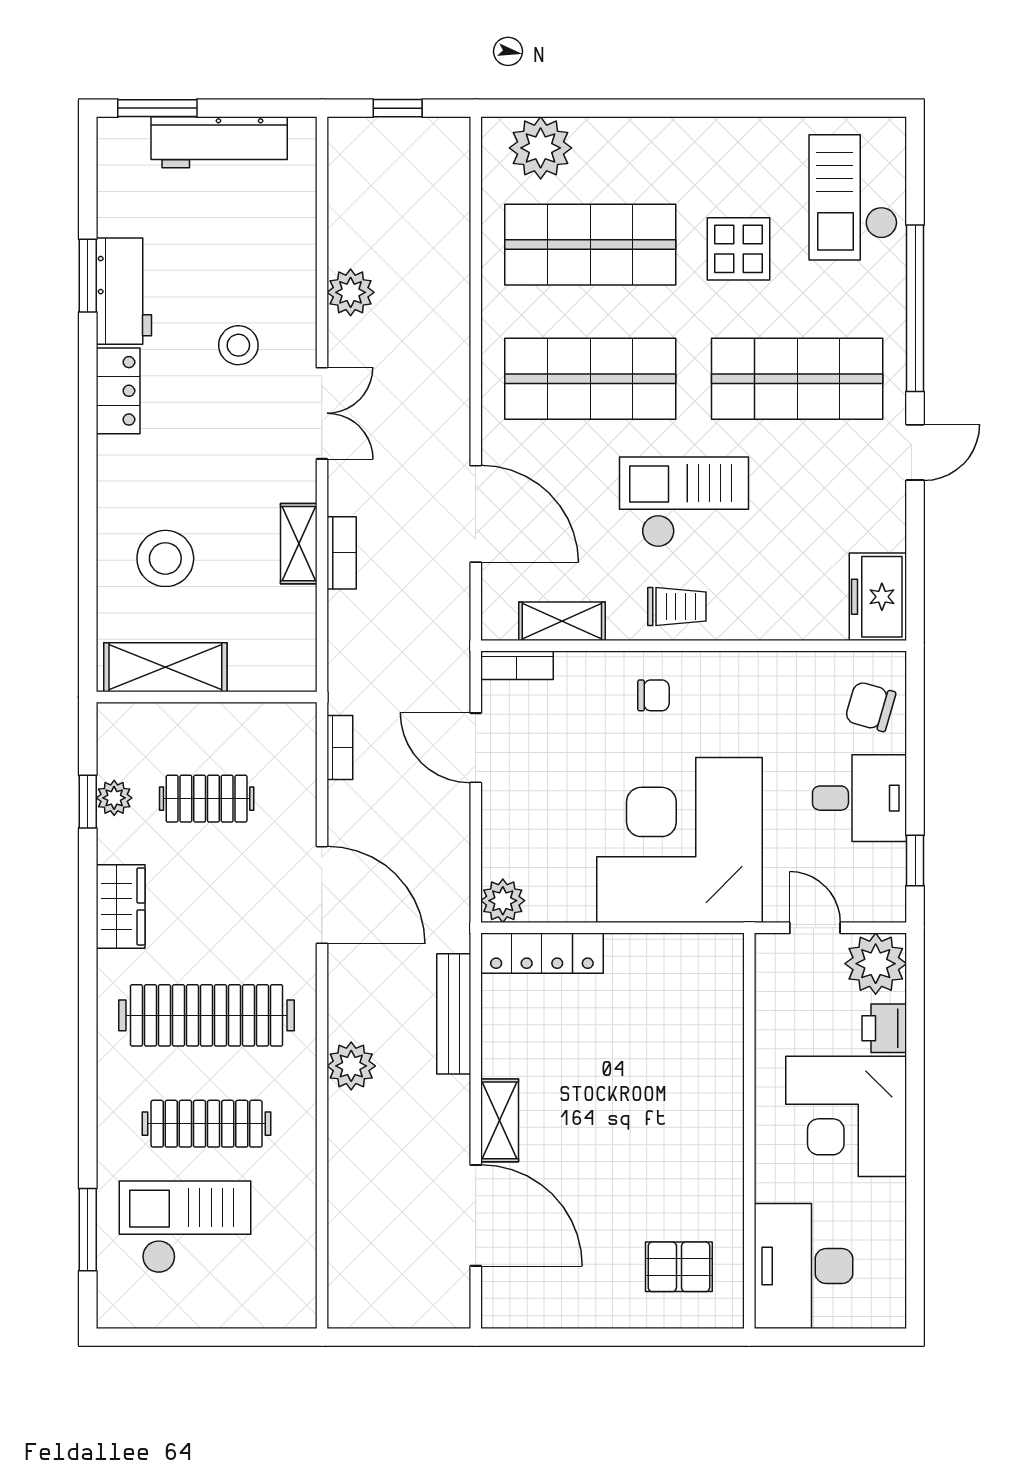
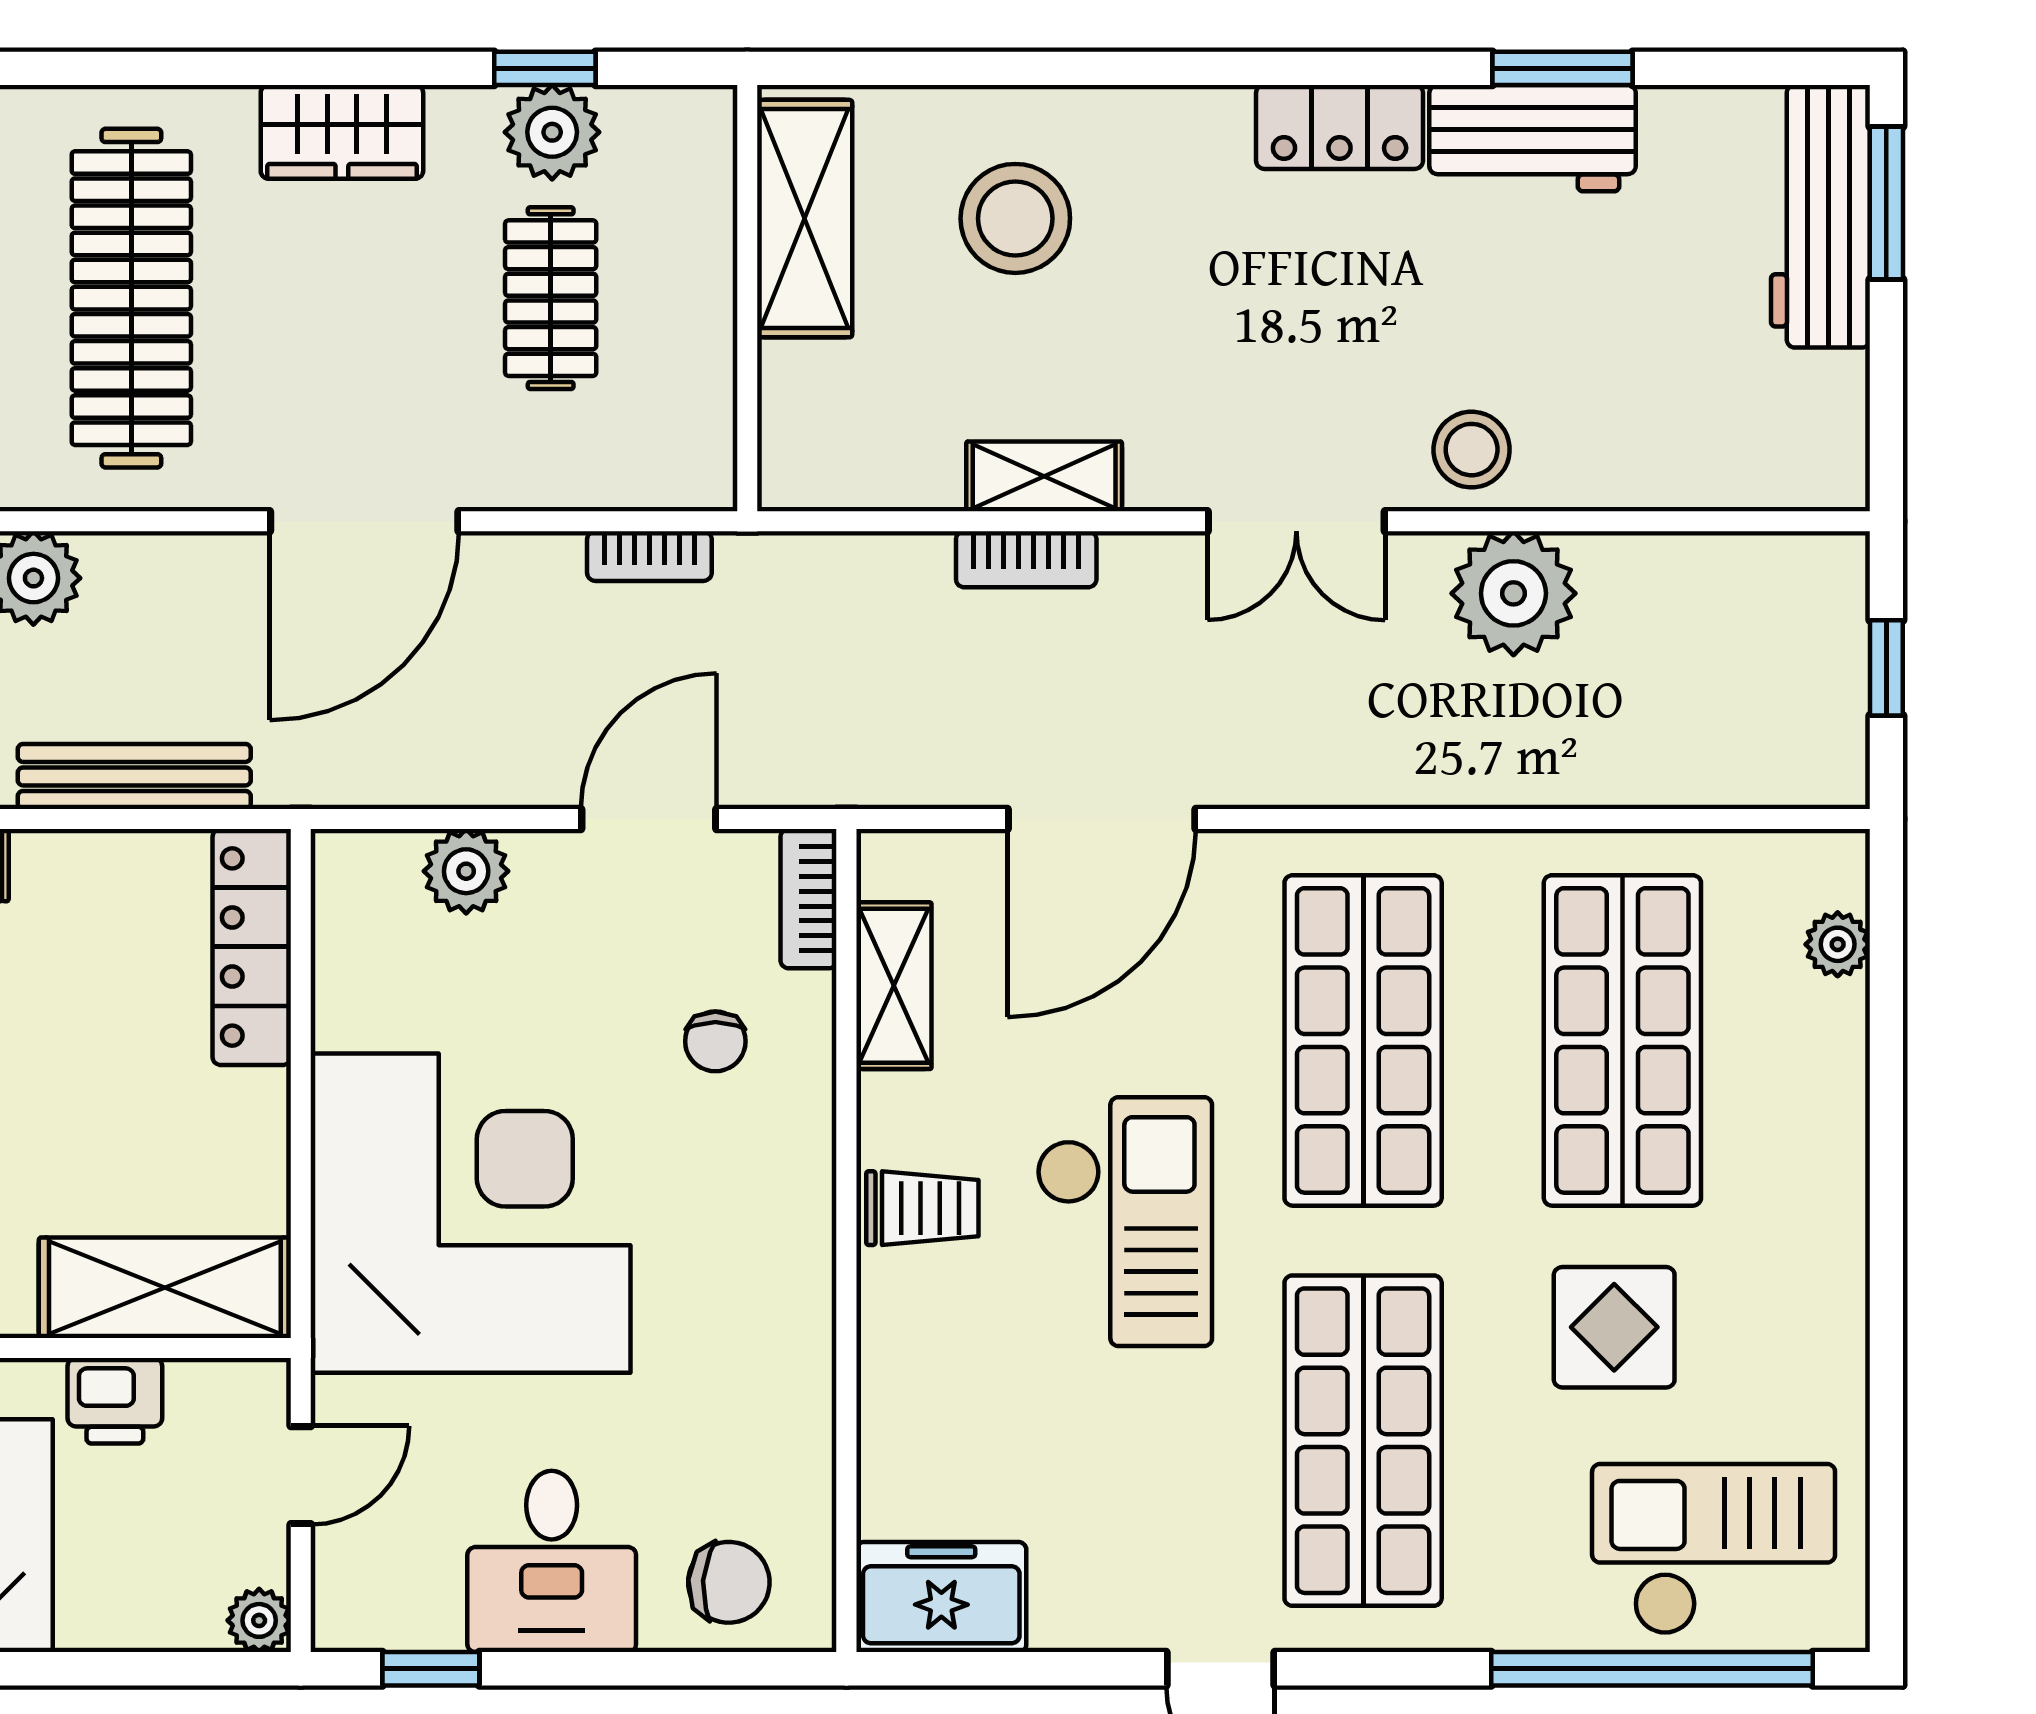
workbench: (219, 142) -> (1820, 216), moved
plant: (541, 148) -> (1838, 944), width x0.53, depth x0.53
plant: (351, 292) -> (1513, 593), width x1.36, depth x1.36
window: (915, 308) -> (1652, 1669), moved
stool: (238, 345) -> (1472, 450), moved
trolley: (677, 606) -> (922, 1208), turned -90
chair: (653, 695) -> (715, 1041), moved
chair: (870, 706) -> (729, 1582), turned 78
plant: (114, 798) -> (552, 132), width x1.38, depth x1.38
plant: (503, 901) -> (466, 871), moved
plant: (876, 964) -> (259, 1620), width x0.53, depth x0.53
shelving: (718, 998) -> (165, 1288), added
printer: (884, 1028) -> (115, 1401), moved, turned 180

